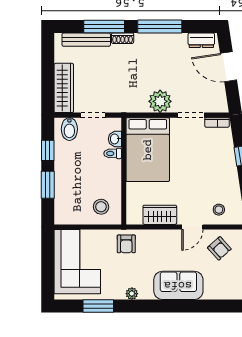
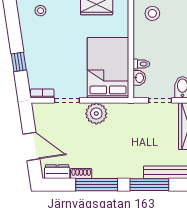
shoe rack: (123, 38) -> (81, 173), moved

